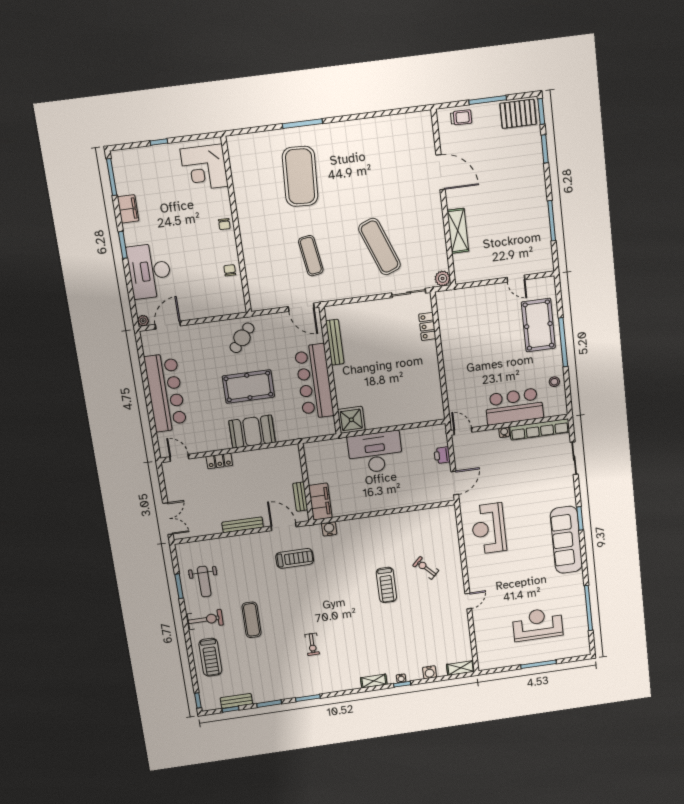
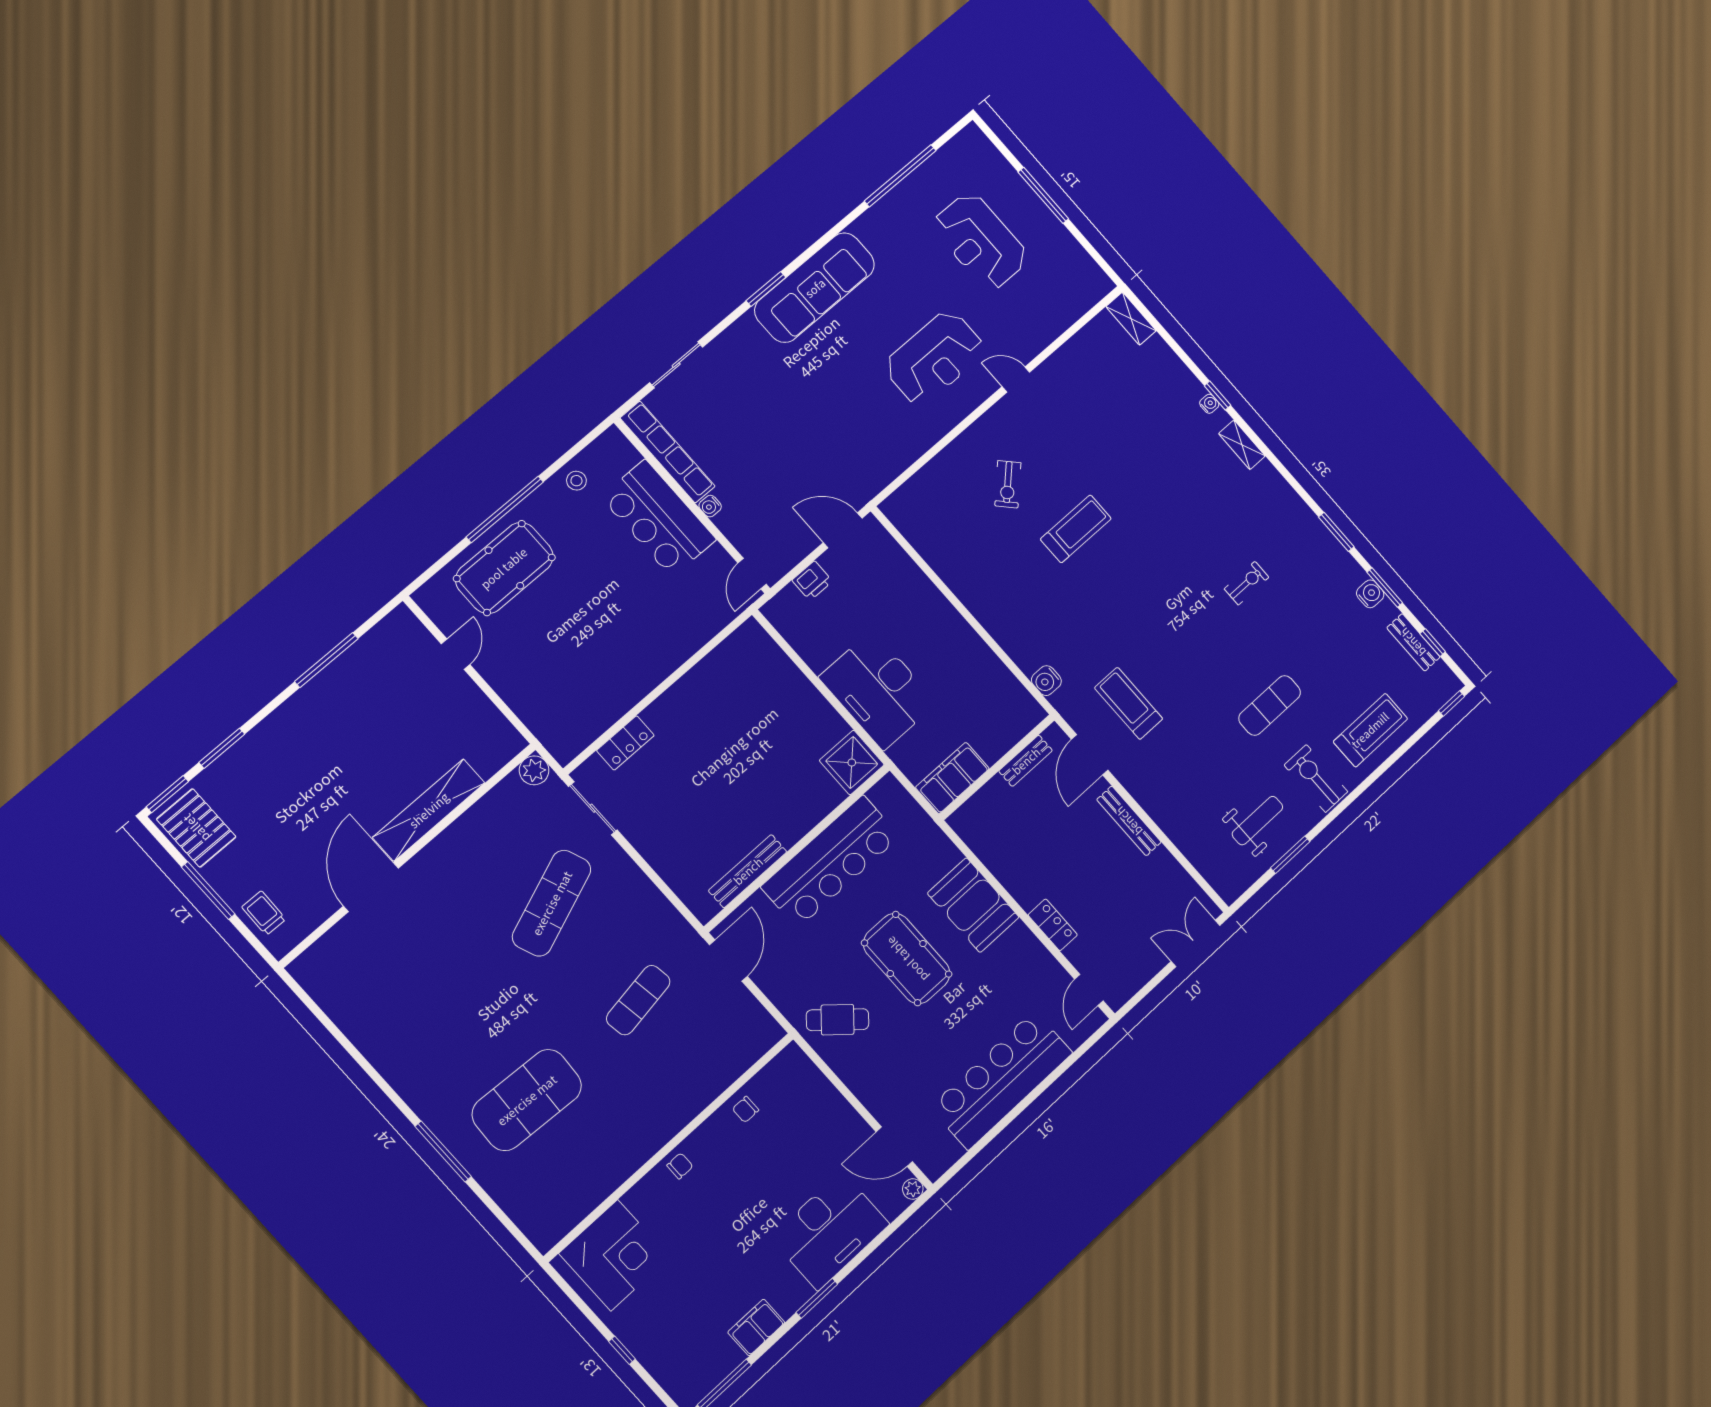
shelving: (458, 231) -> (429, 810), width x1.47
filing cabinet: (320, 502) -> (952, 778), moved
reception desk: (489, 529) -> (934, 358), moved
water cooler: (429, 672) -> (1370, 594), moved

